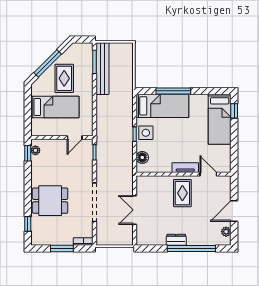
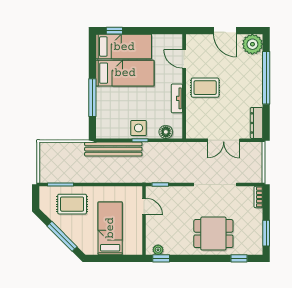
bench: (102, 69) -> (113, 149), moved
rug: (64, 78) -> (72, 204), moved
bed: (162, 106) -> (125, 73), moved, turned 90
tv unit: (185, 168) -> (177, 98), moved
door: (208, 174) -> (184, 59), hinge flipped
dining table: (50, 201) -> (213, 234), turned 90
plant: (226, 232) -> (252, 44), width x1.87, depth x1.87
dresser: (176, 240) -> (257, 123), moved, width x1.44
window: (62, 248) -> (266, 233), moved

